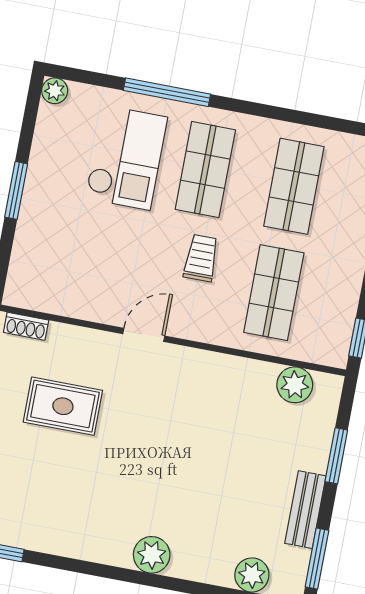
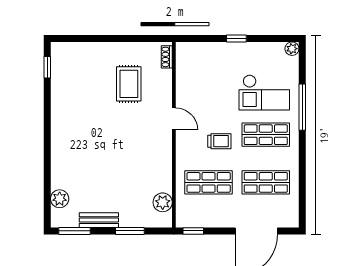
window: (16, 190) -> (236, 38), width x0.67
plant: (152, 555) -> (60, 145), removed

